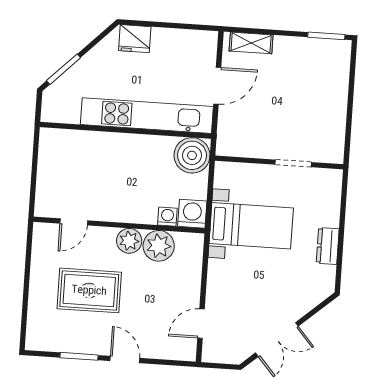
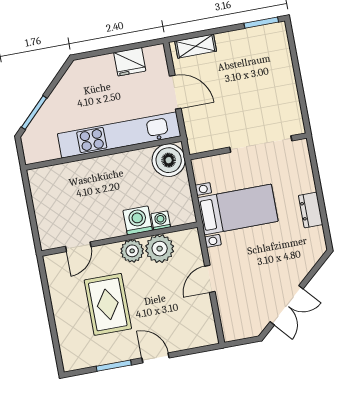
fridge: (135, 39) -> (130, 62), moved
door: (217, 86) -> (175, 92), hinge flipped
doorway: (293, 163) -> (261, 144), width x1.87
washing machine: (192, 214) -> (138, 220), moved
rug: (89, 290) -> (108, 304), turned 90
door: (201, 324) -> (210, 279), moved

